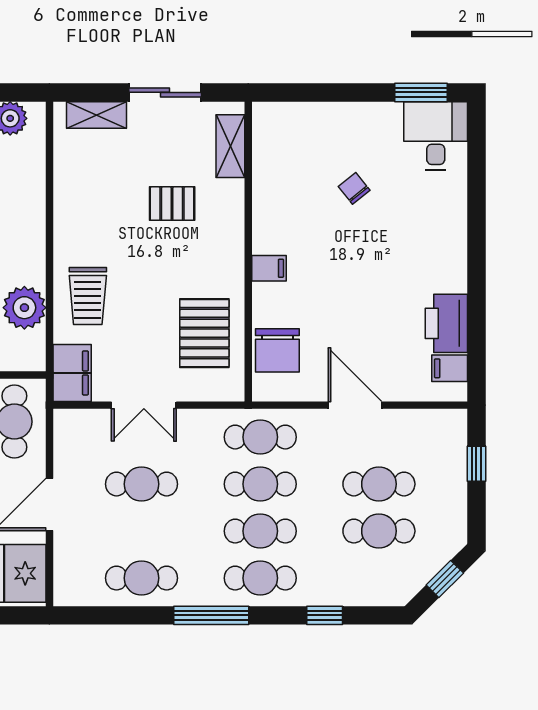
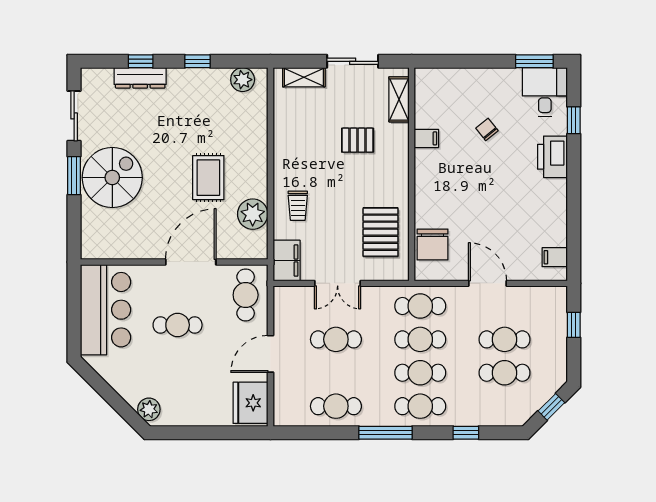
window: (476, 175) -> (574, 120), added
filing cabinet: (269, 268) -> (426, 138), moved
trolley: (88, 296) -> (298, 206), width x0.73, depth x0.72
printer: (446, 323) -> (552, 157), moved

